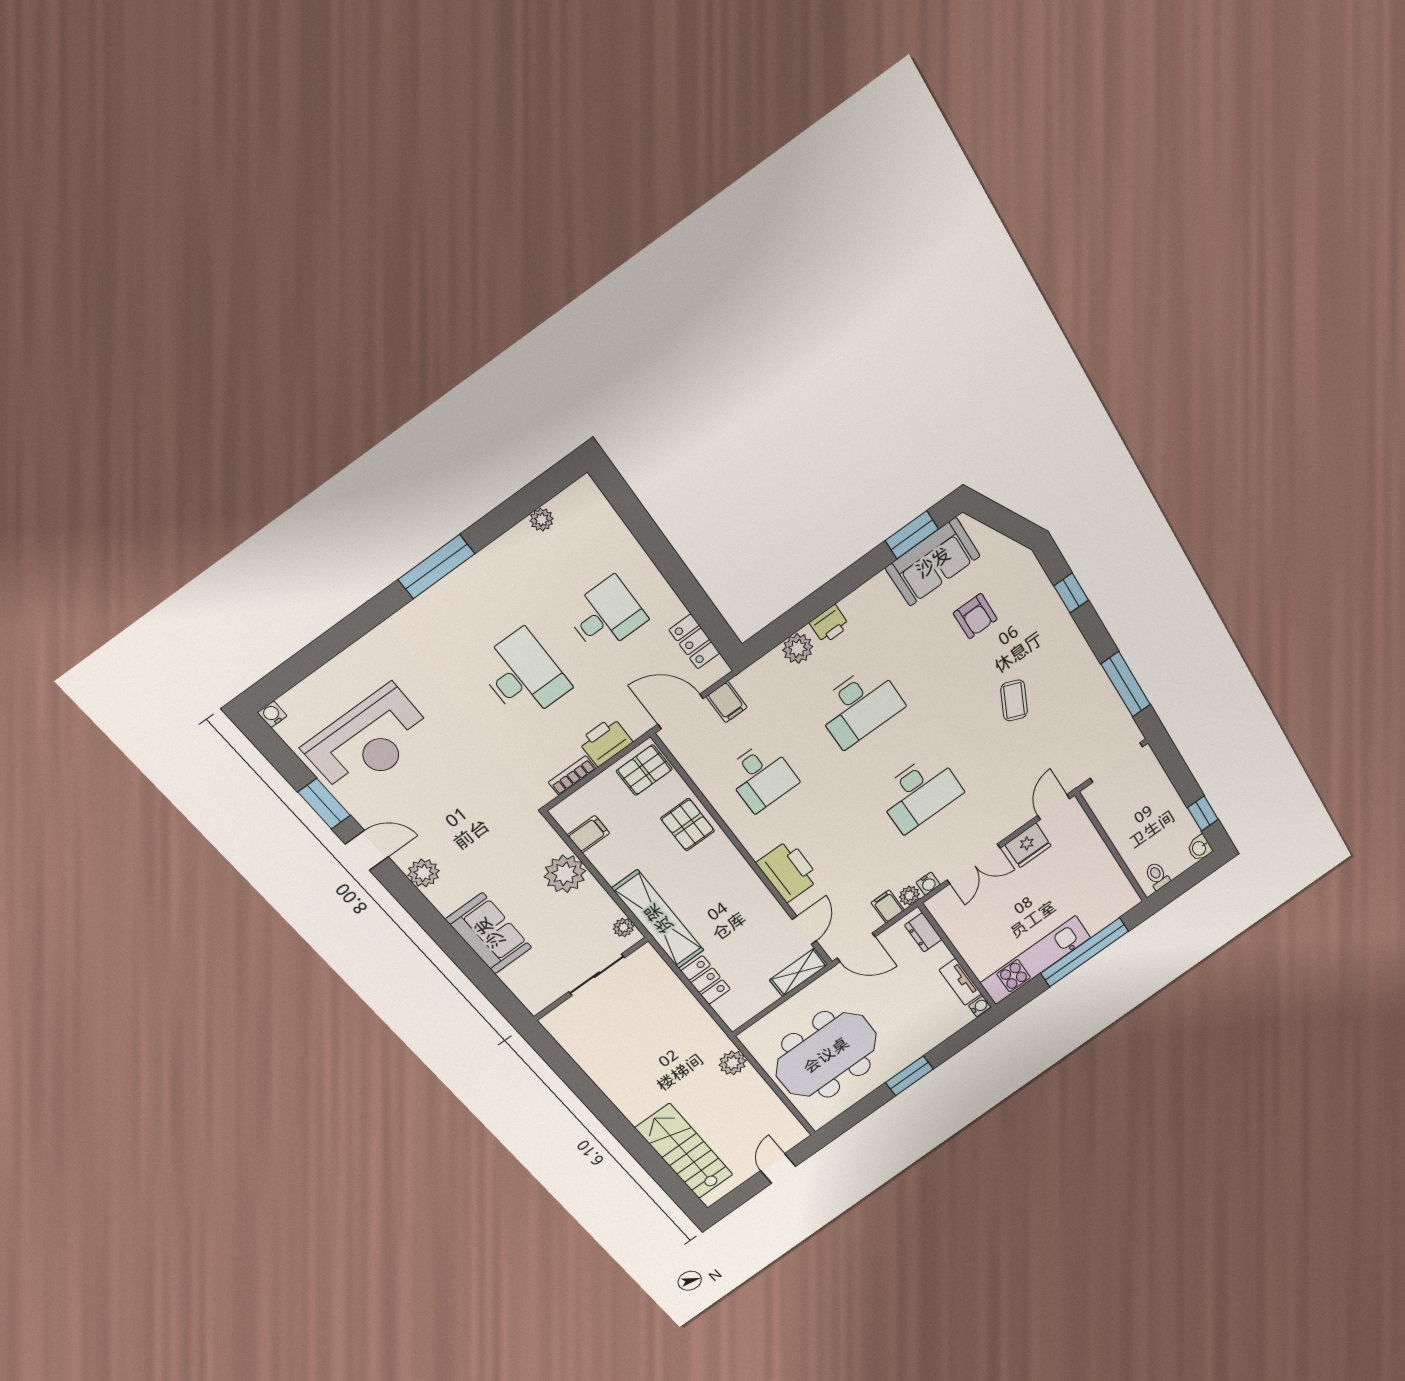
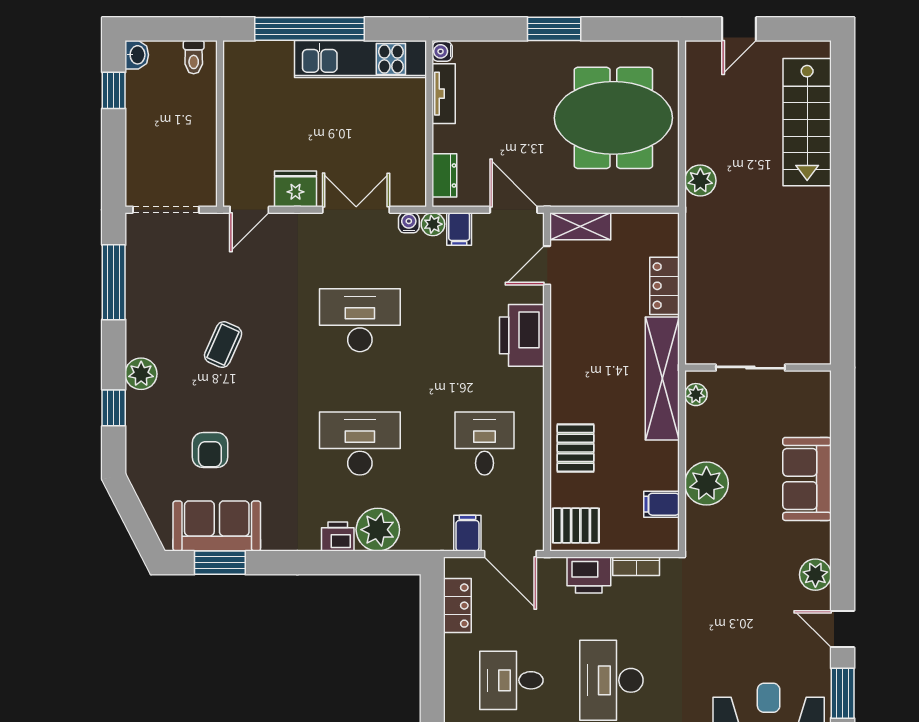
armchair: (975, 616) -> (210, 450), turned 180
plant: (1065, 634) -> (141, 374), added
plant: (798, 648) -> (378, 530), width x1.36, depth x1.36

